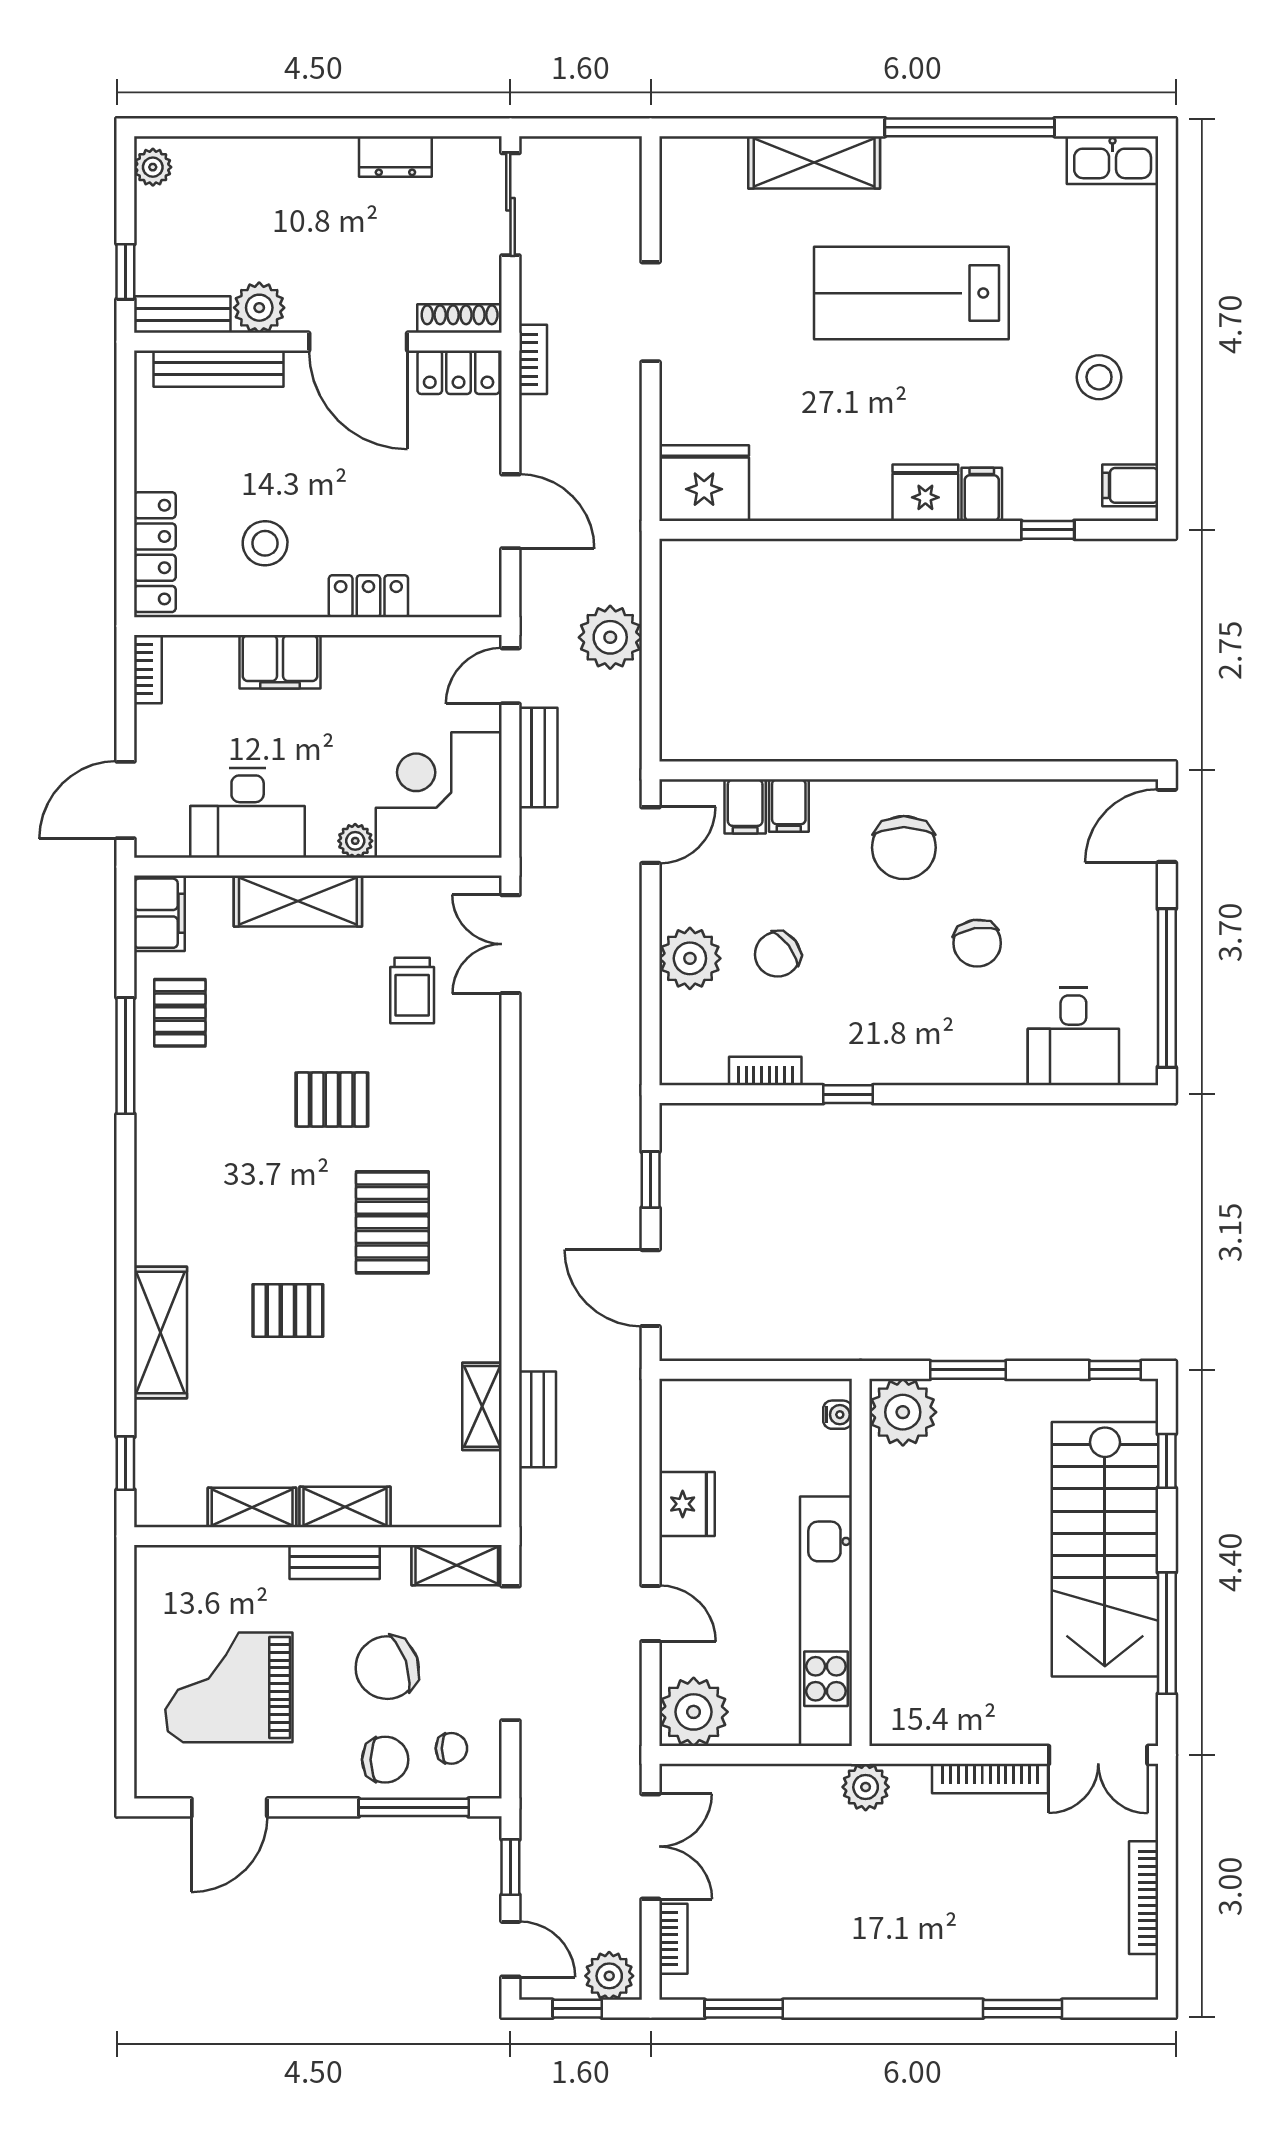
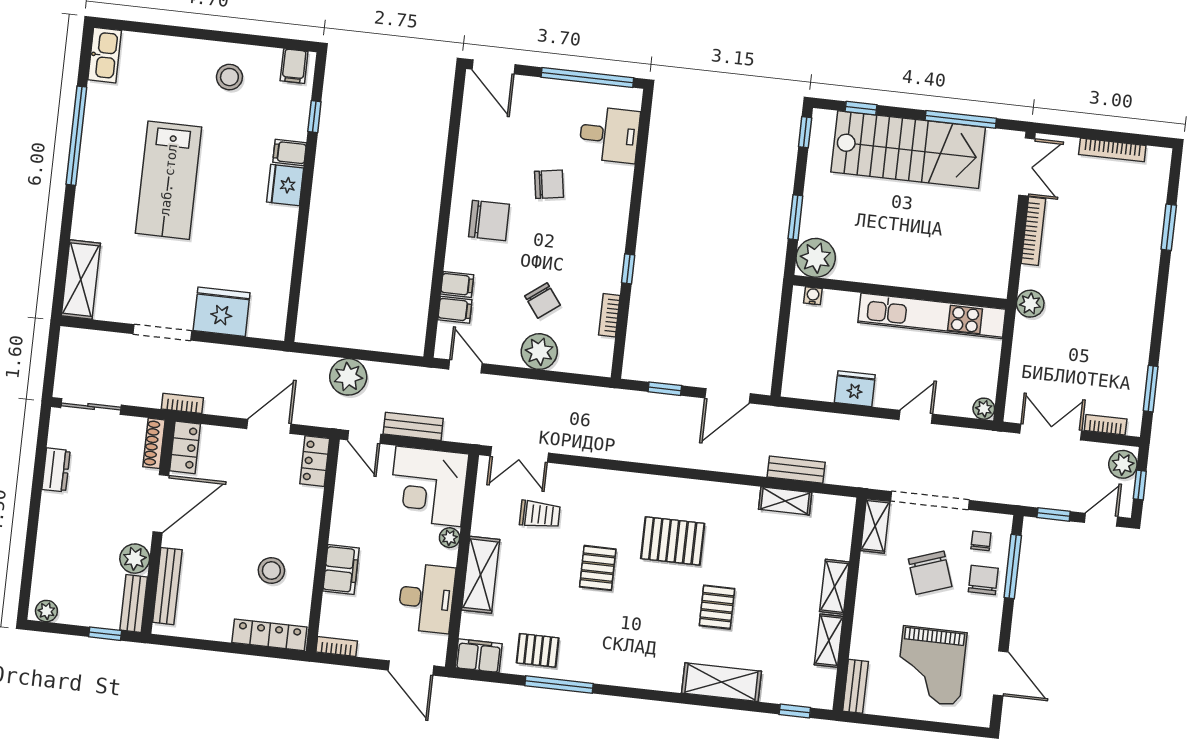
shelving: (814, 162) -> (81, 280), moved
fridge: (704, 483) -> (222, 312), moved, turned 90
locker: (368, 596) -> (315, 461), moved
bench: (335, 1562) -> (855, 686), moved
plant: (694, 1712) -> (984, 409), width x0.53, depth x0.53

